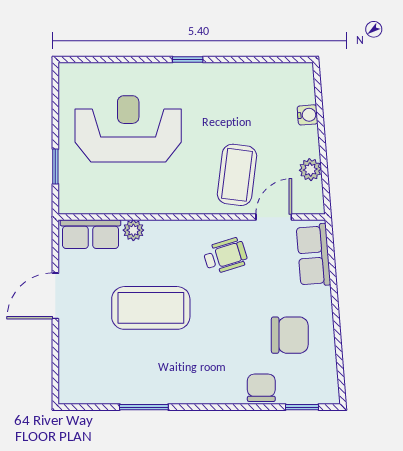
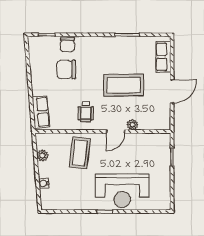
reception desk: (128, 129) -> (122, 191), moved
door: (274, 217) -> (115, 131), moved
row of seats: (91, 234) -> (163, 57), moved, turned -90
wheelchair: (225, 256) -> (86, 112), turned -73
chair: (290, 335) -> (66, 69), moved

